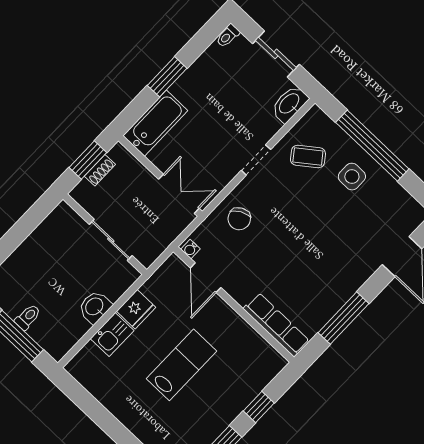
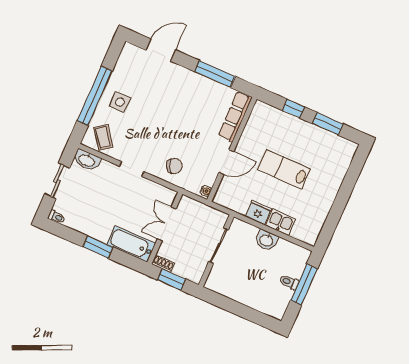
coffee table: (308, 157) -> (103, 137), moved
shoe rack: (100, 170) -> (163, 264), moved
double door: (179, 194) -> (167, 224), moved
door: (206, 278) -> (226, 162), moved

